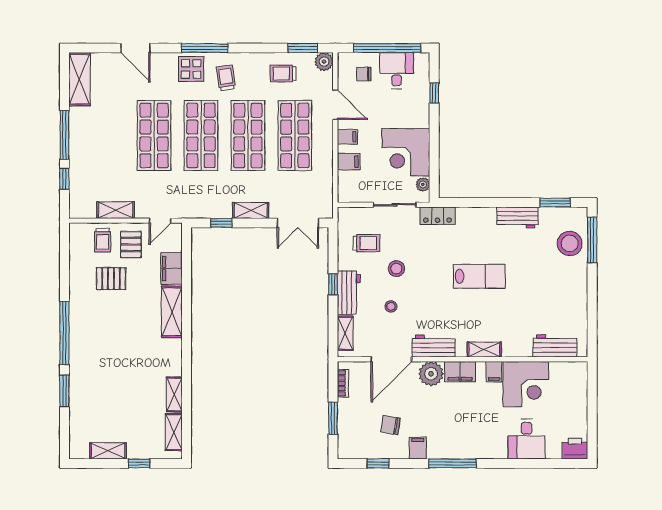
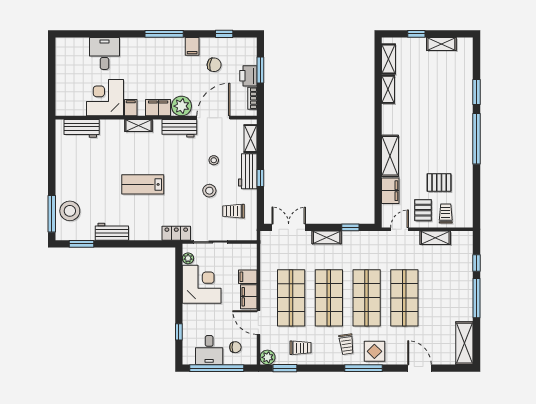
filing cabinet: (347, 137) -> (249, 297), width x2.00
printer: (575, 449) -> (248, 76), moved, turned 90

